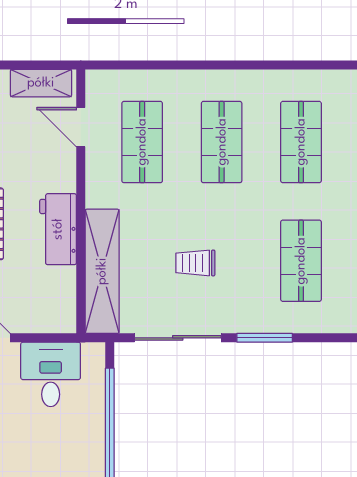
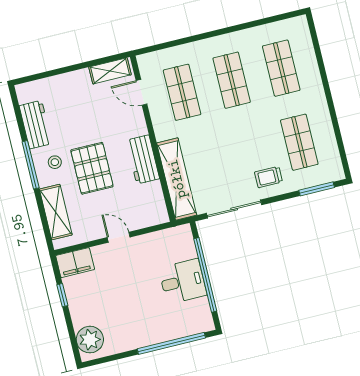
trolley: (195, 263) -> (268, 177), moved
window: (265, 338) -> (317, 189), moved
desk: (51, 374) -> (183, 281), moved, turned 90

